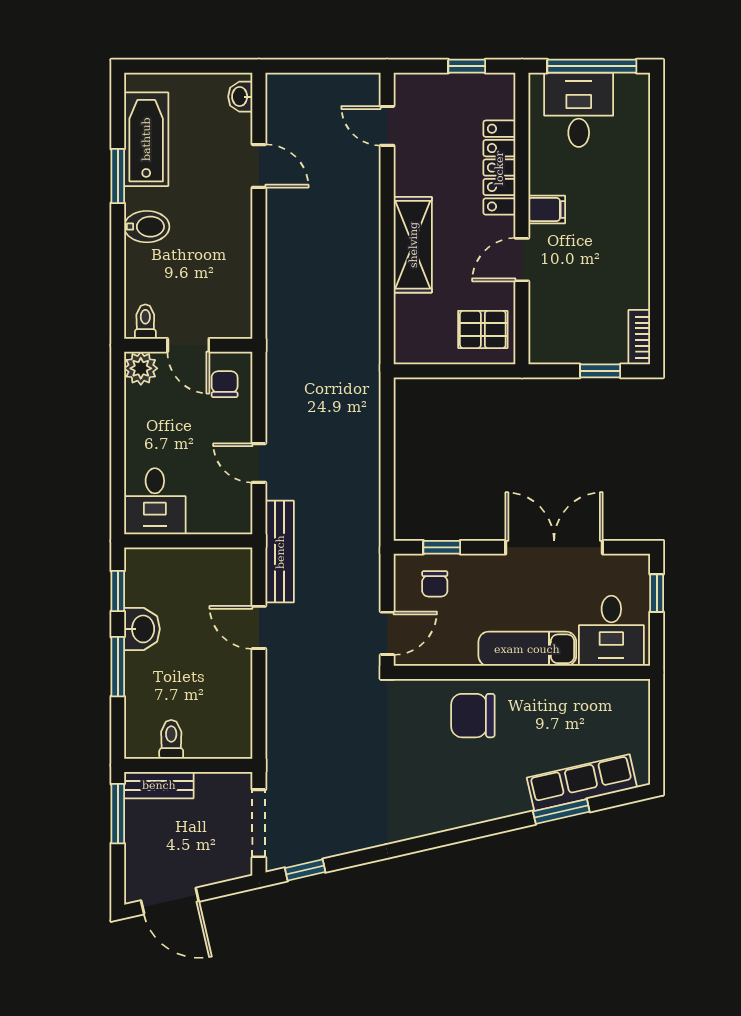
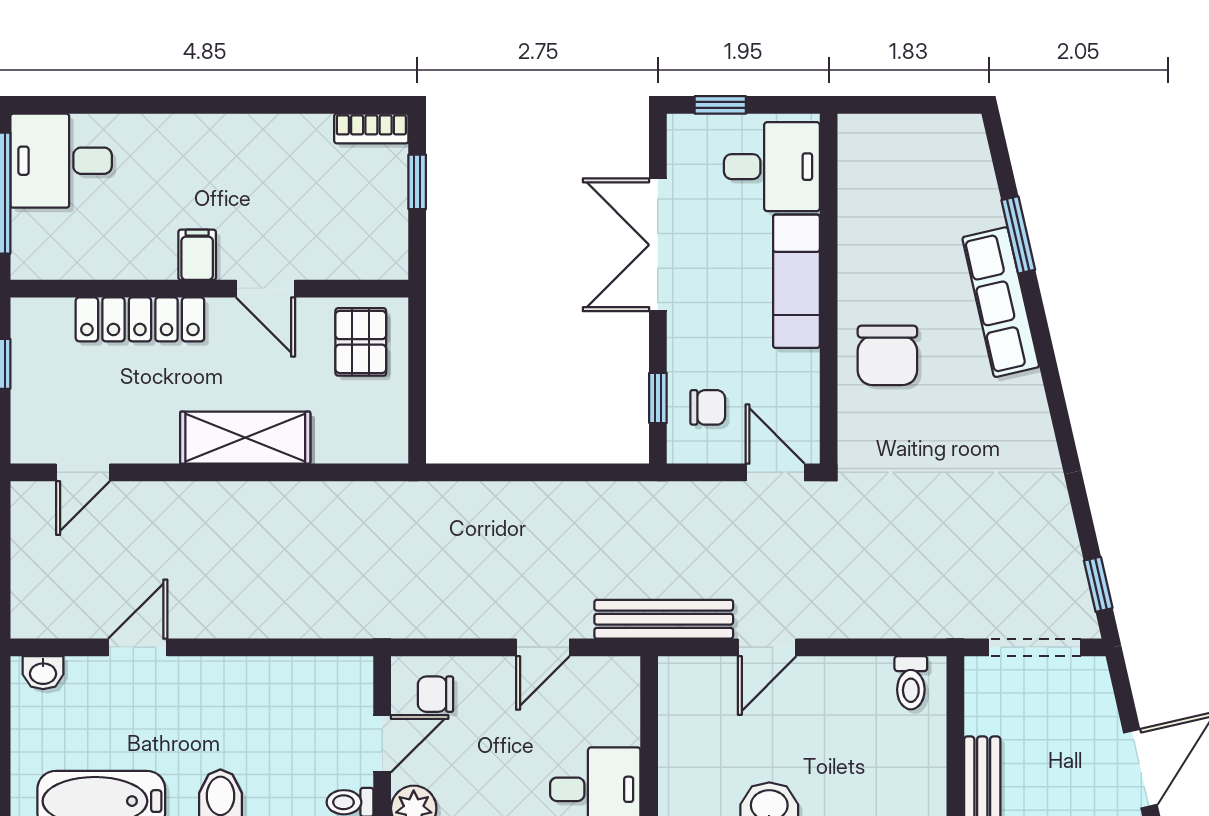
desk: (579, 110) -> (61, 161), moved
toilet: (171, 739) -> (911, 683), moved, turned -90
row of seats: (582, 783) -> (1001, 302), moved

